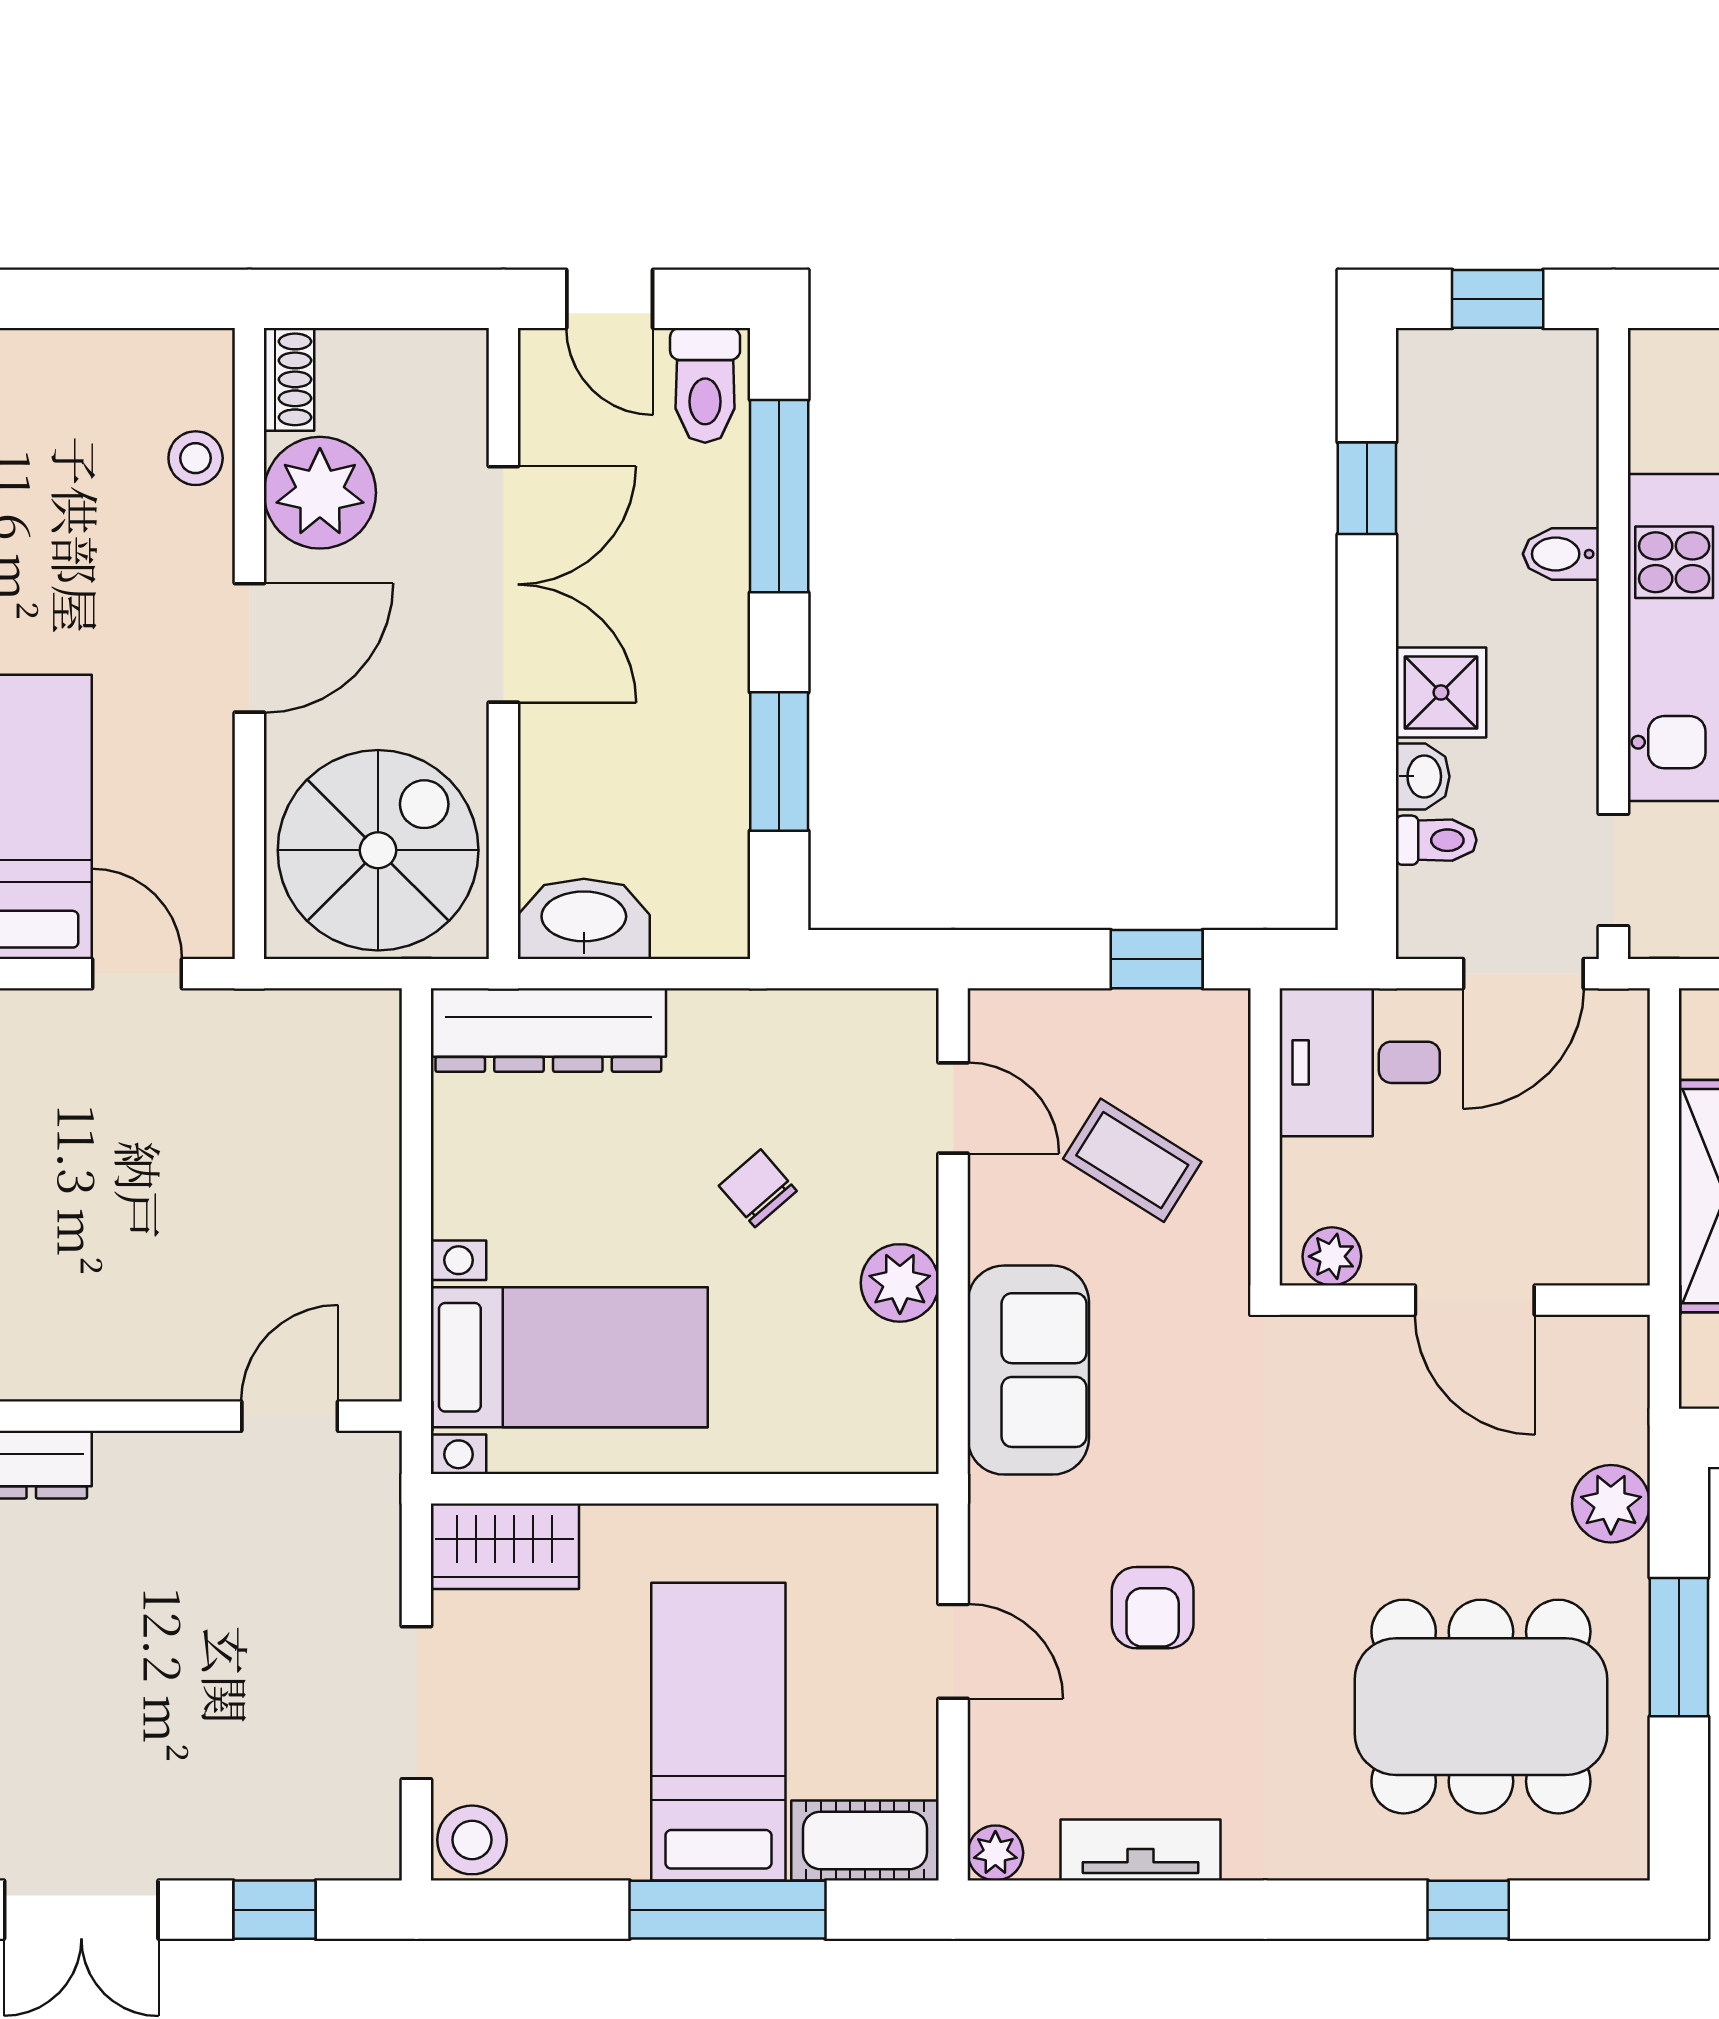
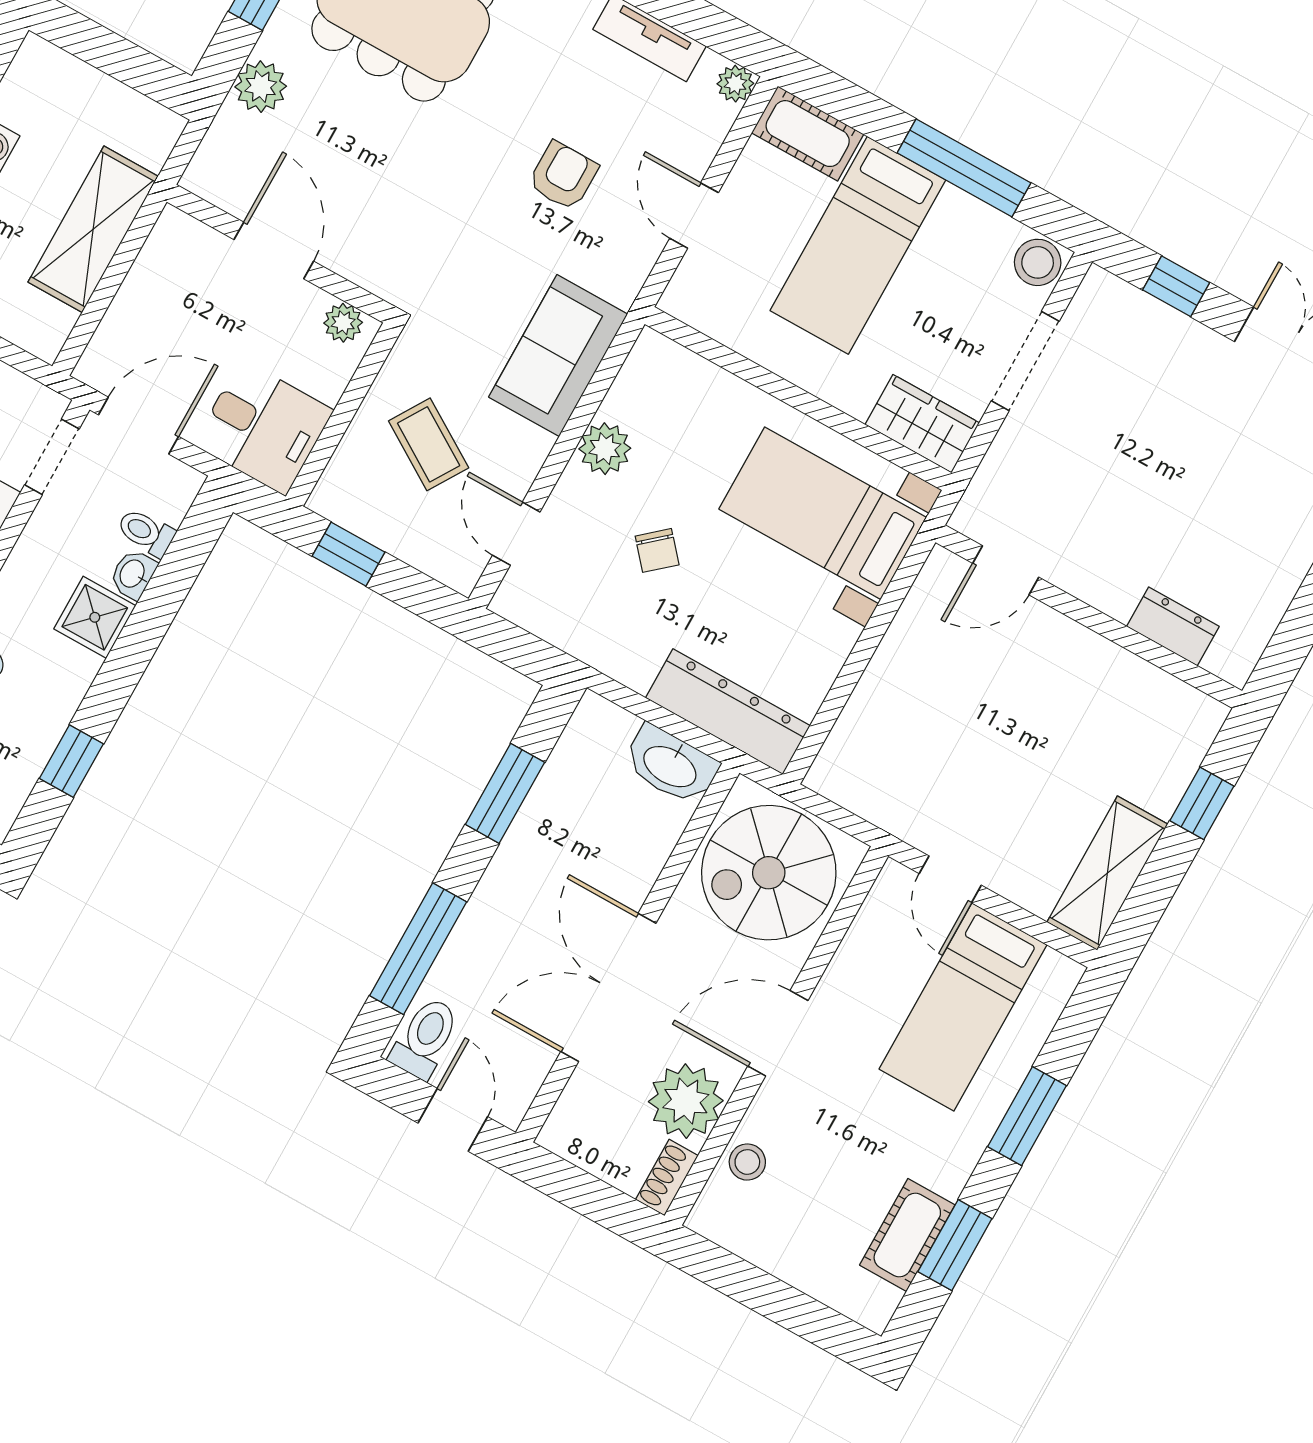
window: (727, 1910) -> (964, 168), moved

